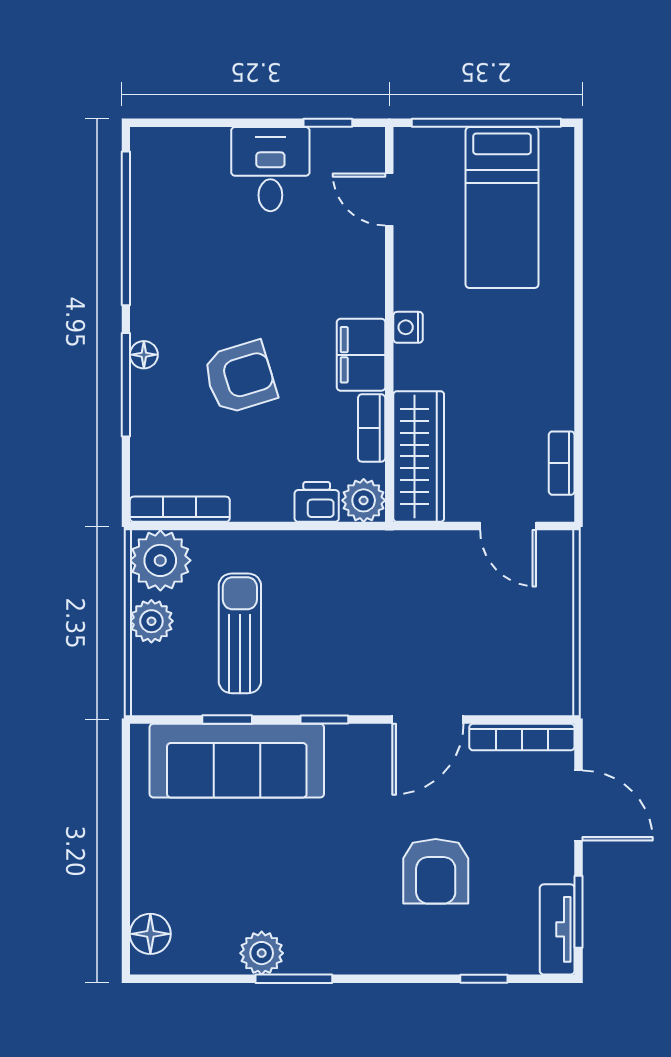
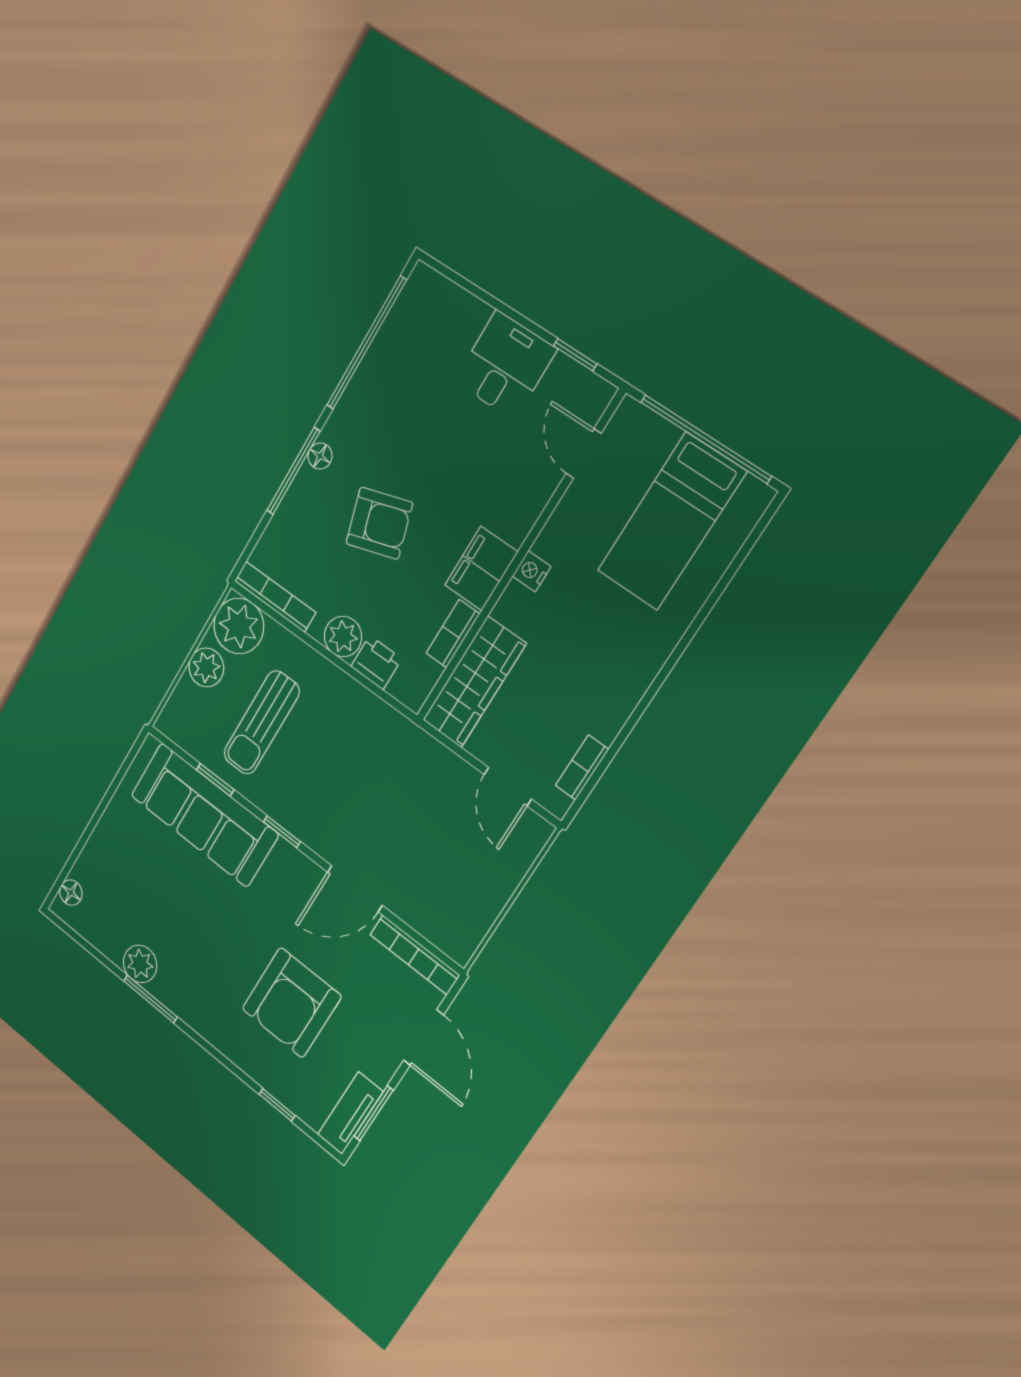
plant: (364, 500) -> (343, 637), moved
sun lounger: (240, 633) -> (262, 723), turned 180
armchair: (436, 871) -> (292, 1003), width x1.36, depth x1.36
floor lamp: (150, 934) -> (71, 893), width x0.73, depth x0.73

